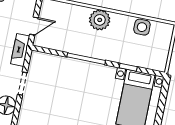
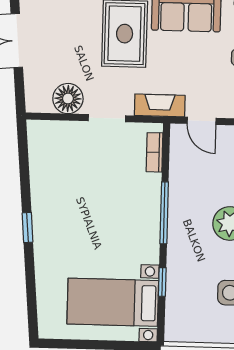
bookcase: (48, 58) -> (155, 152), added

